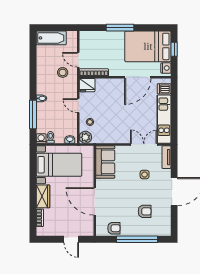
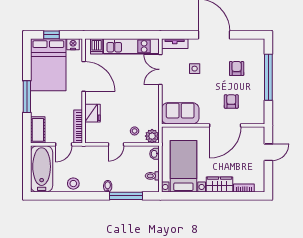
cot: (91, 37) -> (38, 130), added
bathtub: (51, 38) -> (42, 169), width x1.36, depth x1.36
stool: (63, 72) -> (73, 184), moved
fridge: (87, 85) -> (92, 113), moved
washing machine: (41, 139) -> (153, 187), removed
armchair: (114, 228) -> (231, 101), moved

